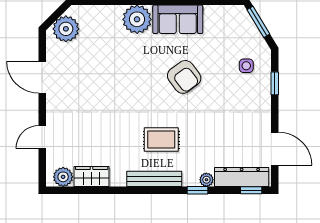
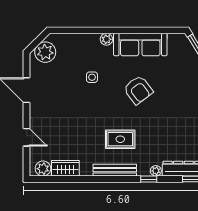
plant: (137, 19) -> (106, 39), width x0.53, depth x0.53
sofa: (178, 19) -> (140, 45), width x1.36
side table: (246, 66) -> (92, 77), moved
door: (42, 137) -> (27, 137), swing flipped

